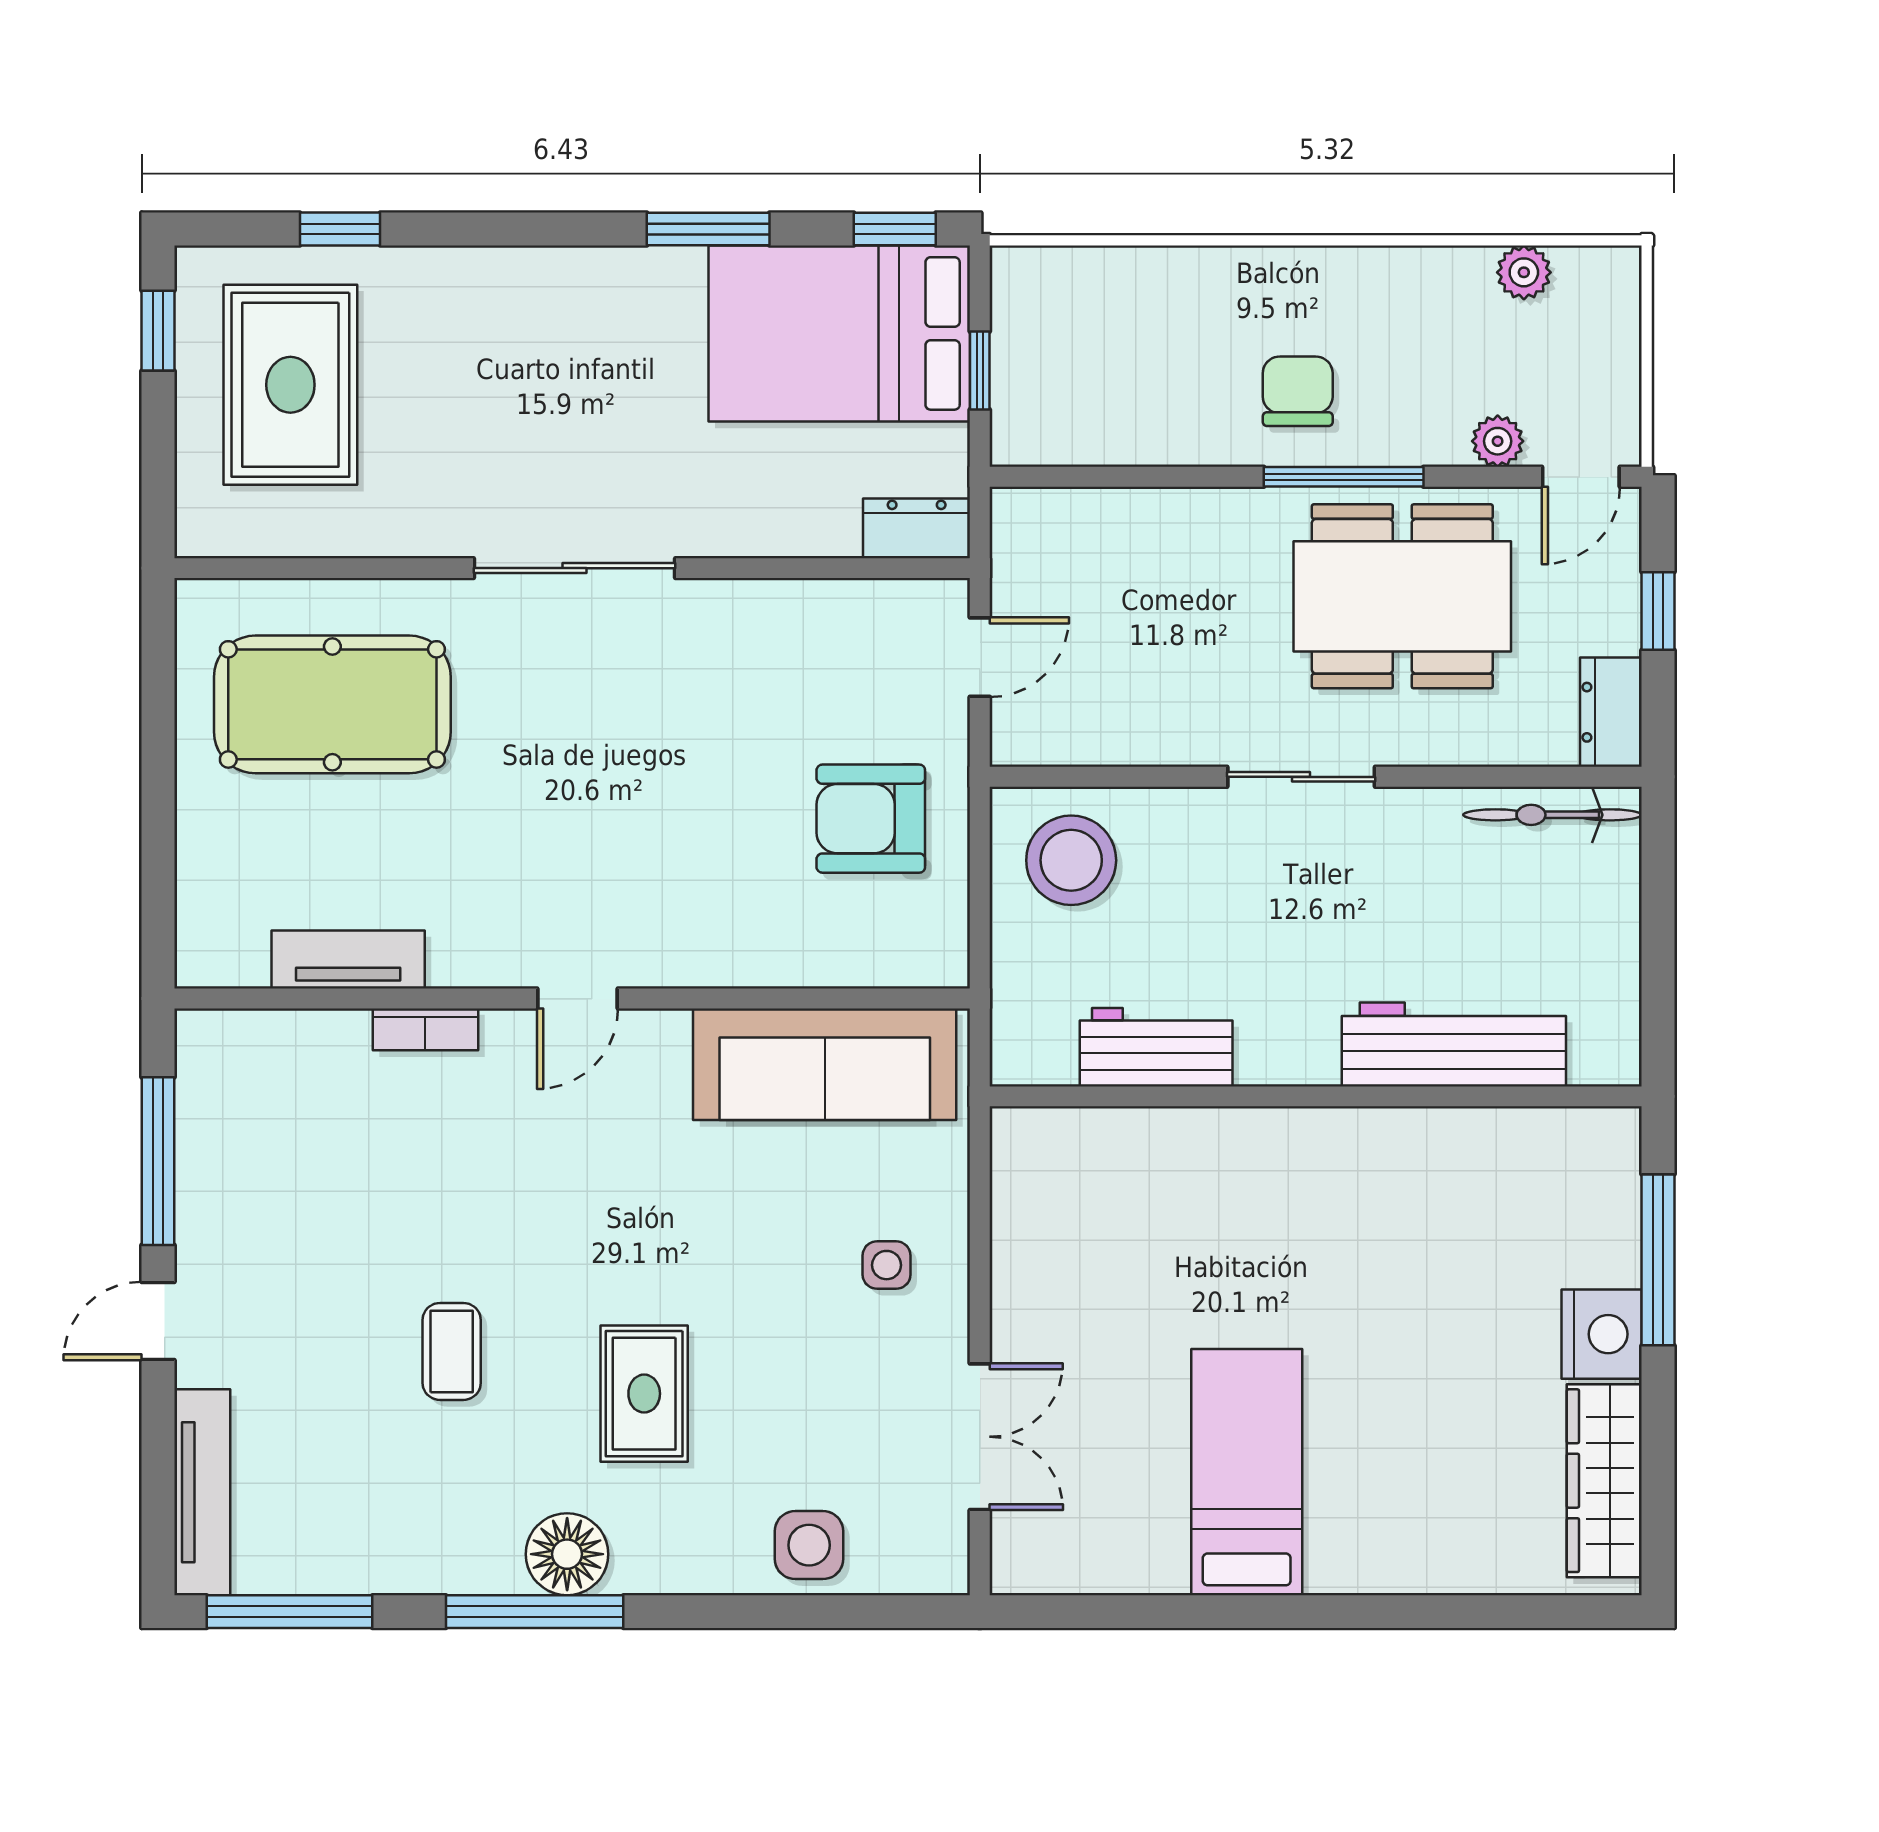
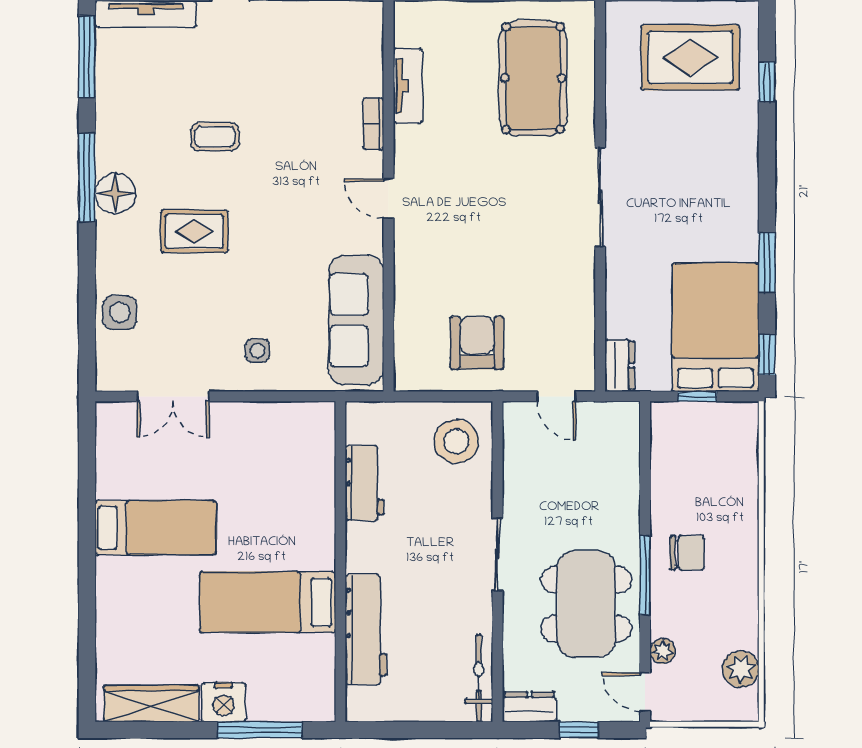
plant: (1524, 272) -> (741, 669), width x1.38, depth x1.38
bed: (1398, 1244) -> (268, 602), added

